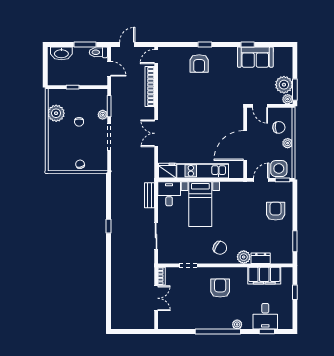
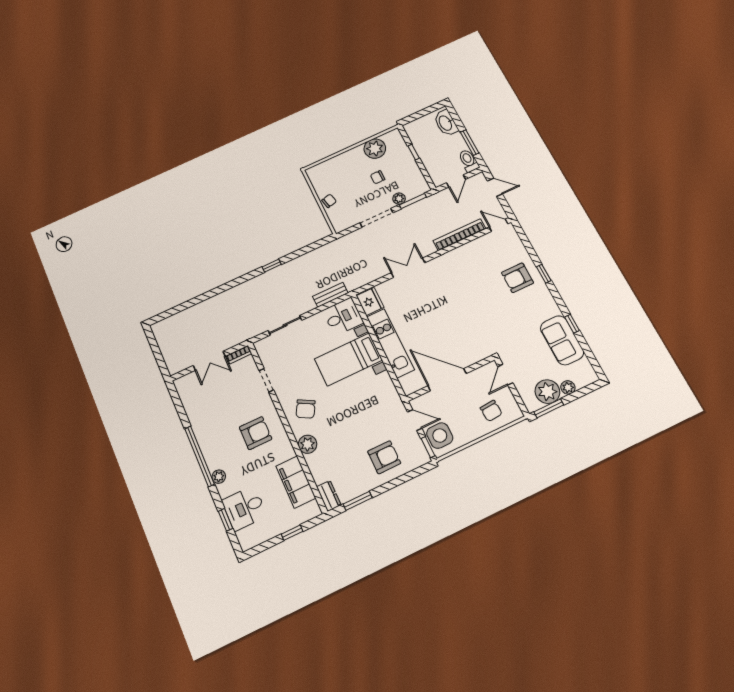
plant: (288, 99) -> (568, 387), moved
plant: (288, 143) -> (477, 431), removed
dresser: (261, 258) -> (329, 496), moved

